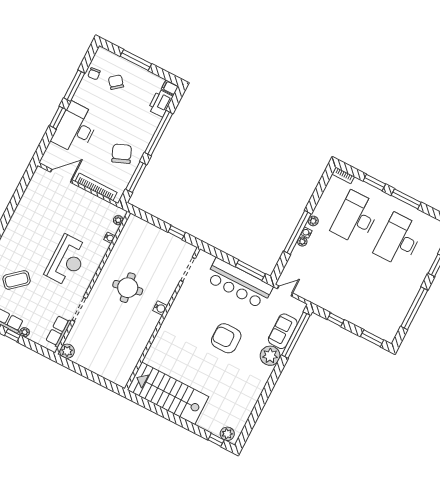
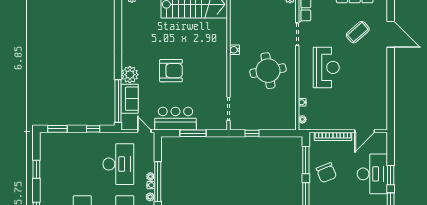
reception desk: (67, 260) -> (326, 67), turned 180
window: (250, 270) -> (193, 133), moved
desk: (328, 271) -> (118, 164), added
bar counter: (239, 283) -> (175, 119), width x0.73
round table: (128, 288) -> (268, 71), width x1.36, depth x1.36
door: (285, 291) -> (144, 131), swing flipped
water cooler: (160, 308) -> (235, 50), moved
window: (414, 308) -> (36, 169), width x0.47

